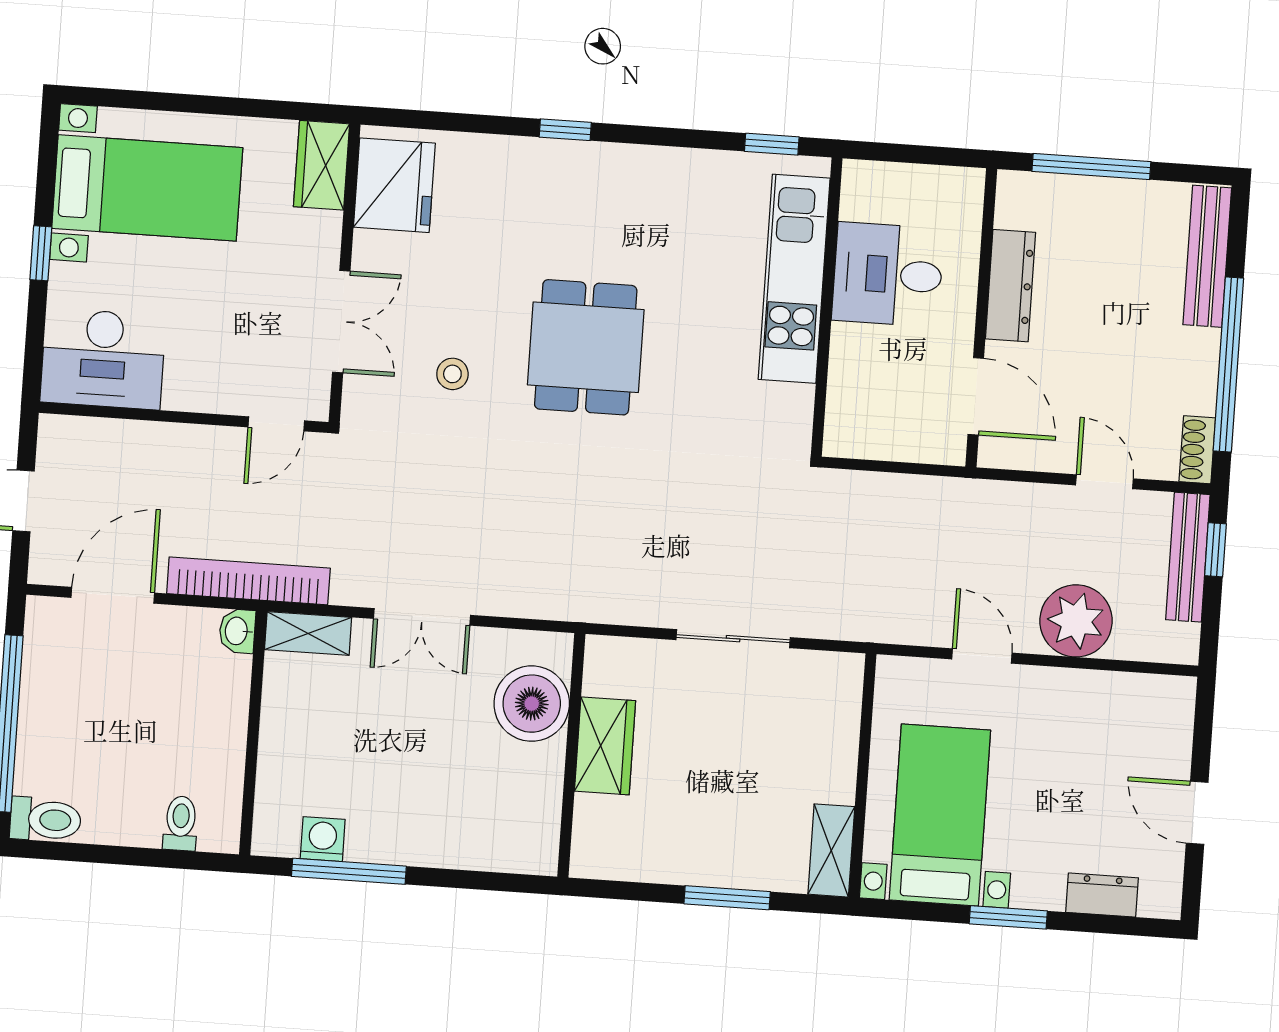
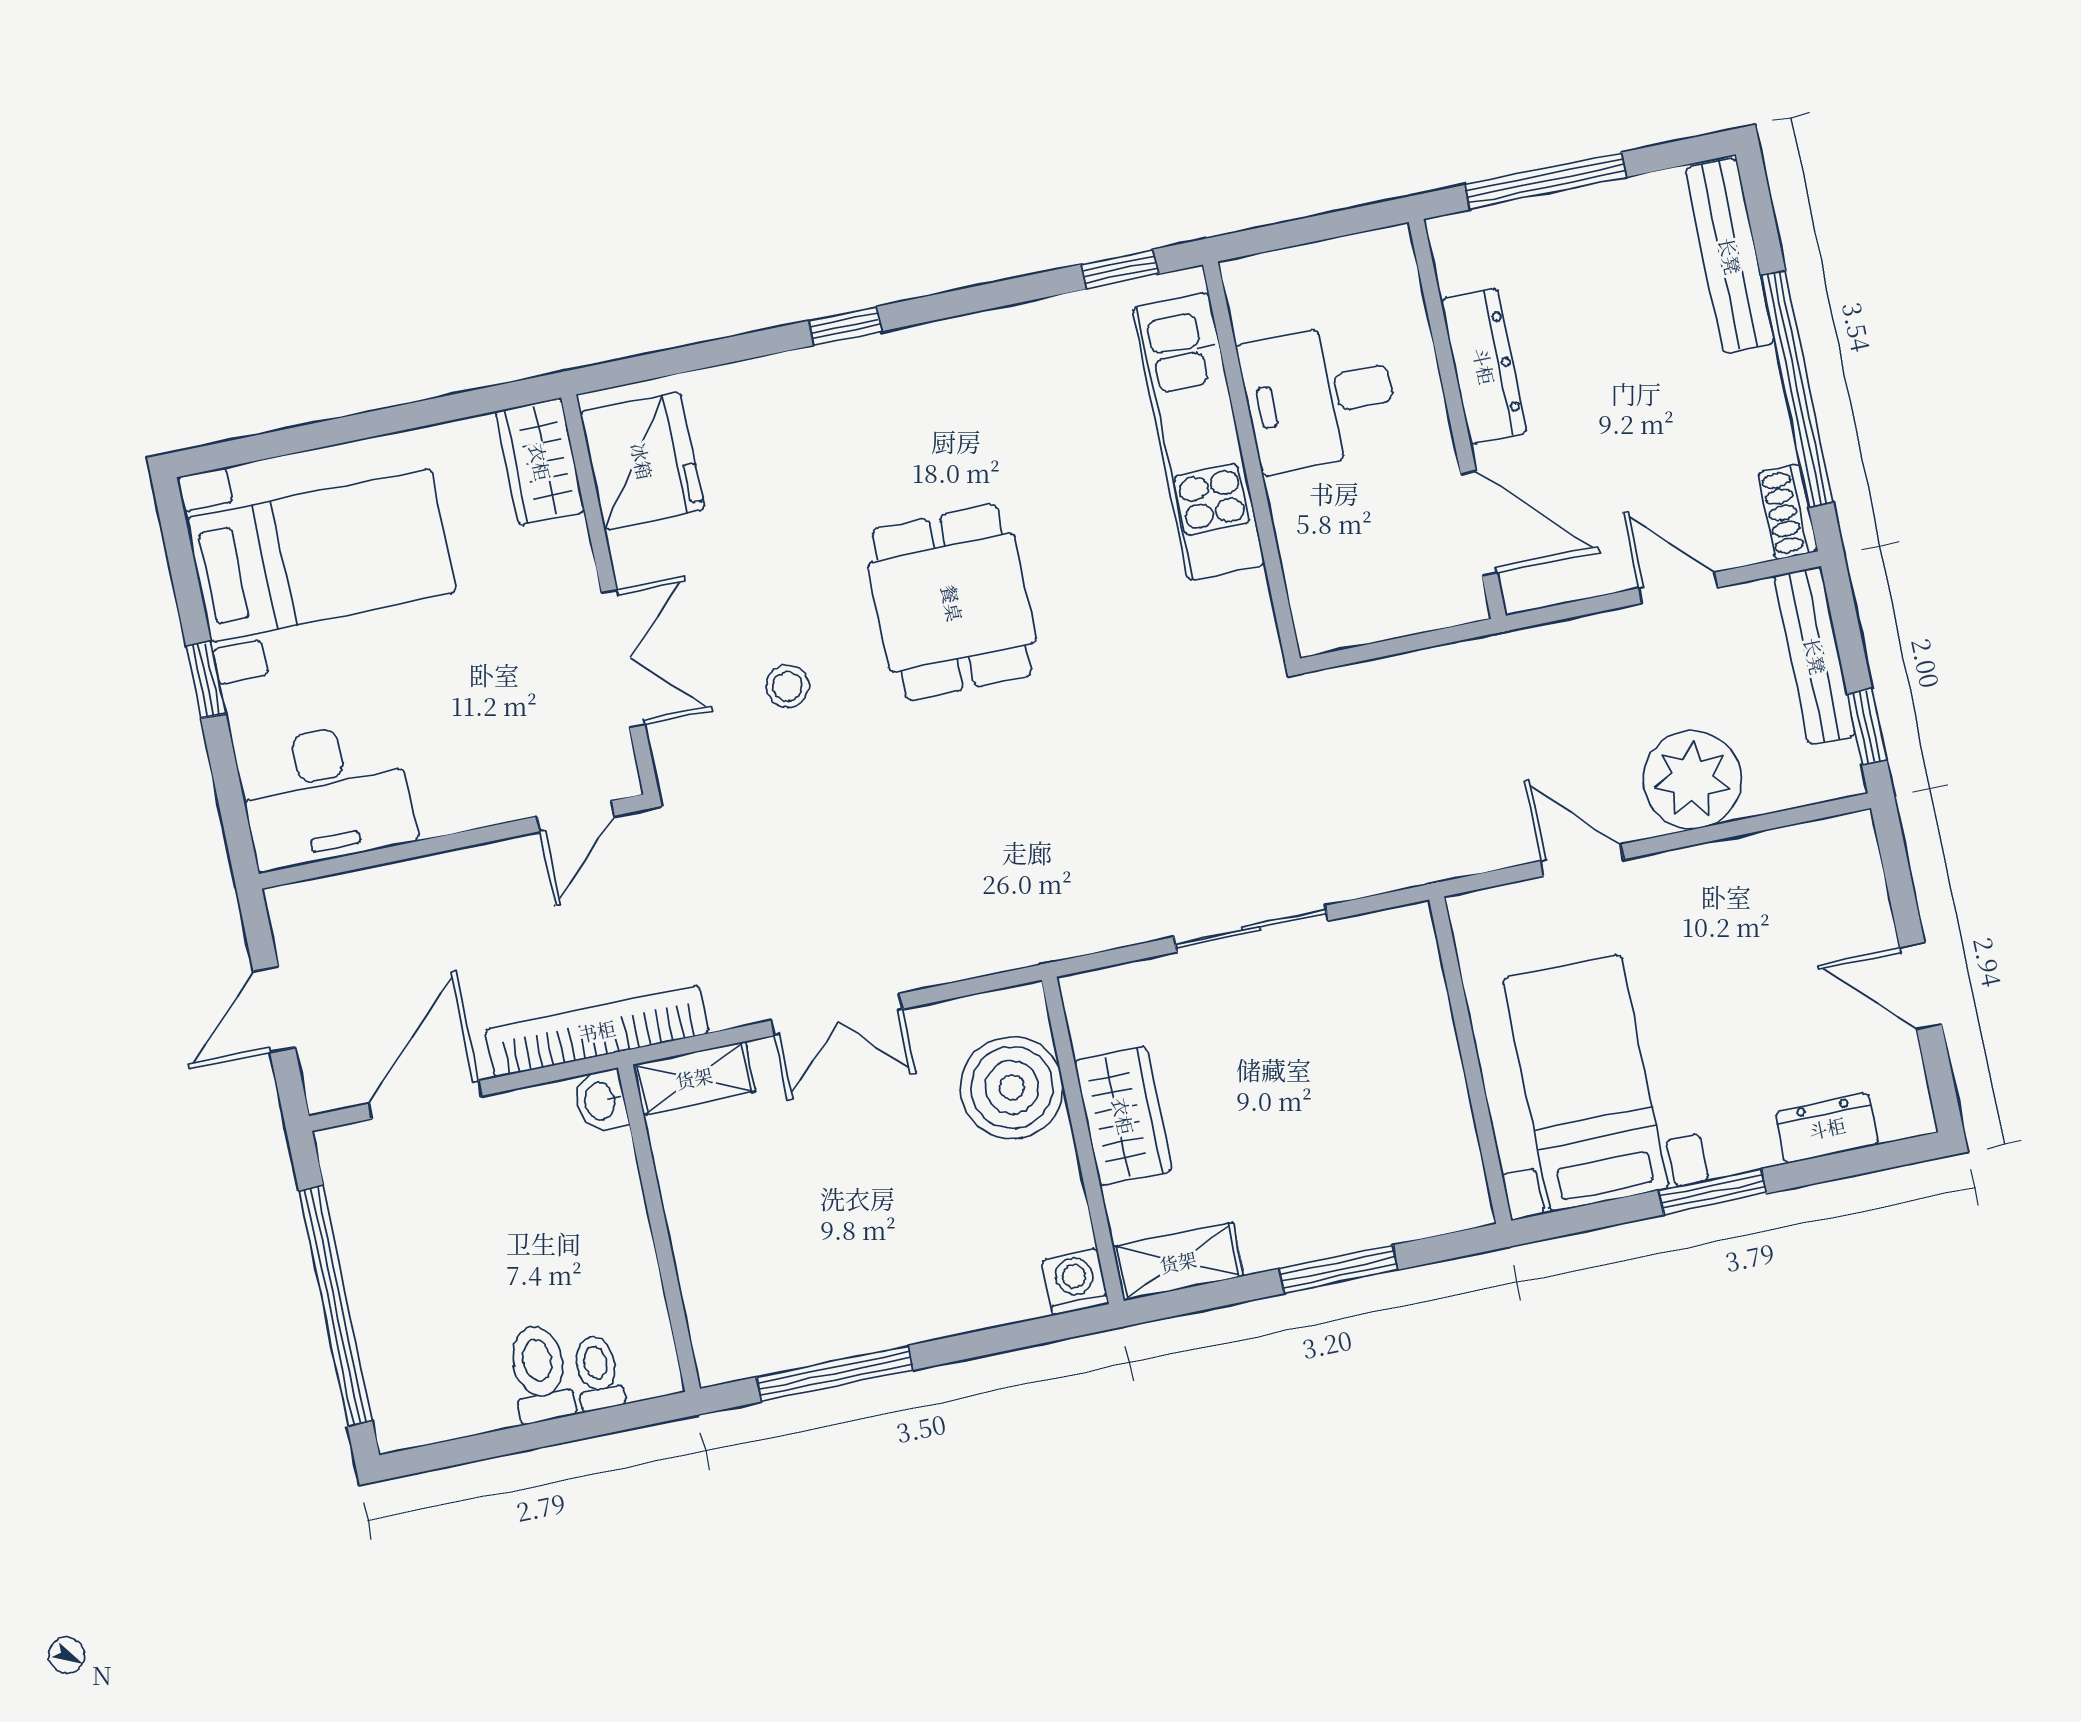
window: (1215, 550) -> (1867, 726), moved
toilet: (45, 820) -> (540, 1373), moved, turned -90
washing machine: (323, 839) -> (1075, 1282), moved
shelving: (831, 850) -> (1178, 1262), moved, turned 90

